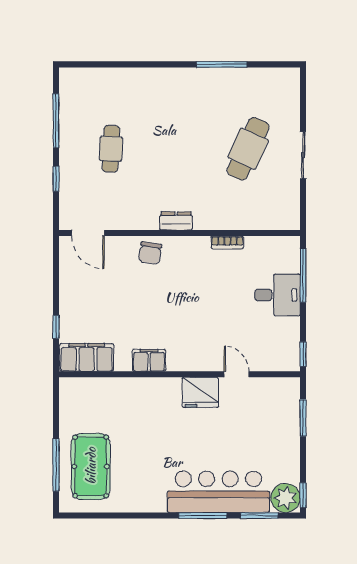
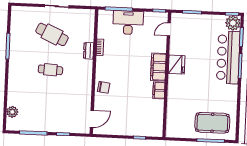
plant: (95, 78) -> (12, 112), added
cafe table: (111, 149) -> (50, 70), moved
dresser: (176, 221) -> (89, 51), moved
desk: (277, 295) -> (128, 23), width x1.37
filing cabinet: (87, 357) -> (158, 67), moved
door: (236, 374) -> (169, 29), moved

